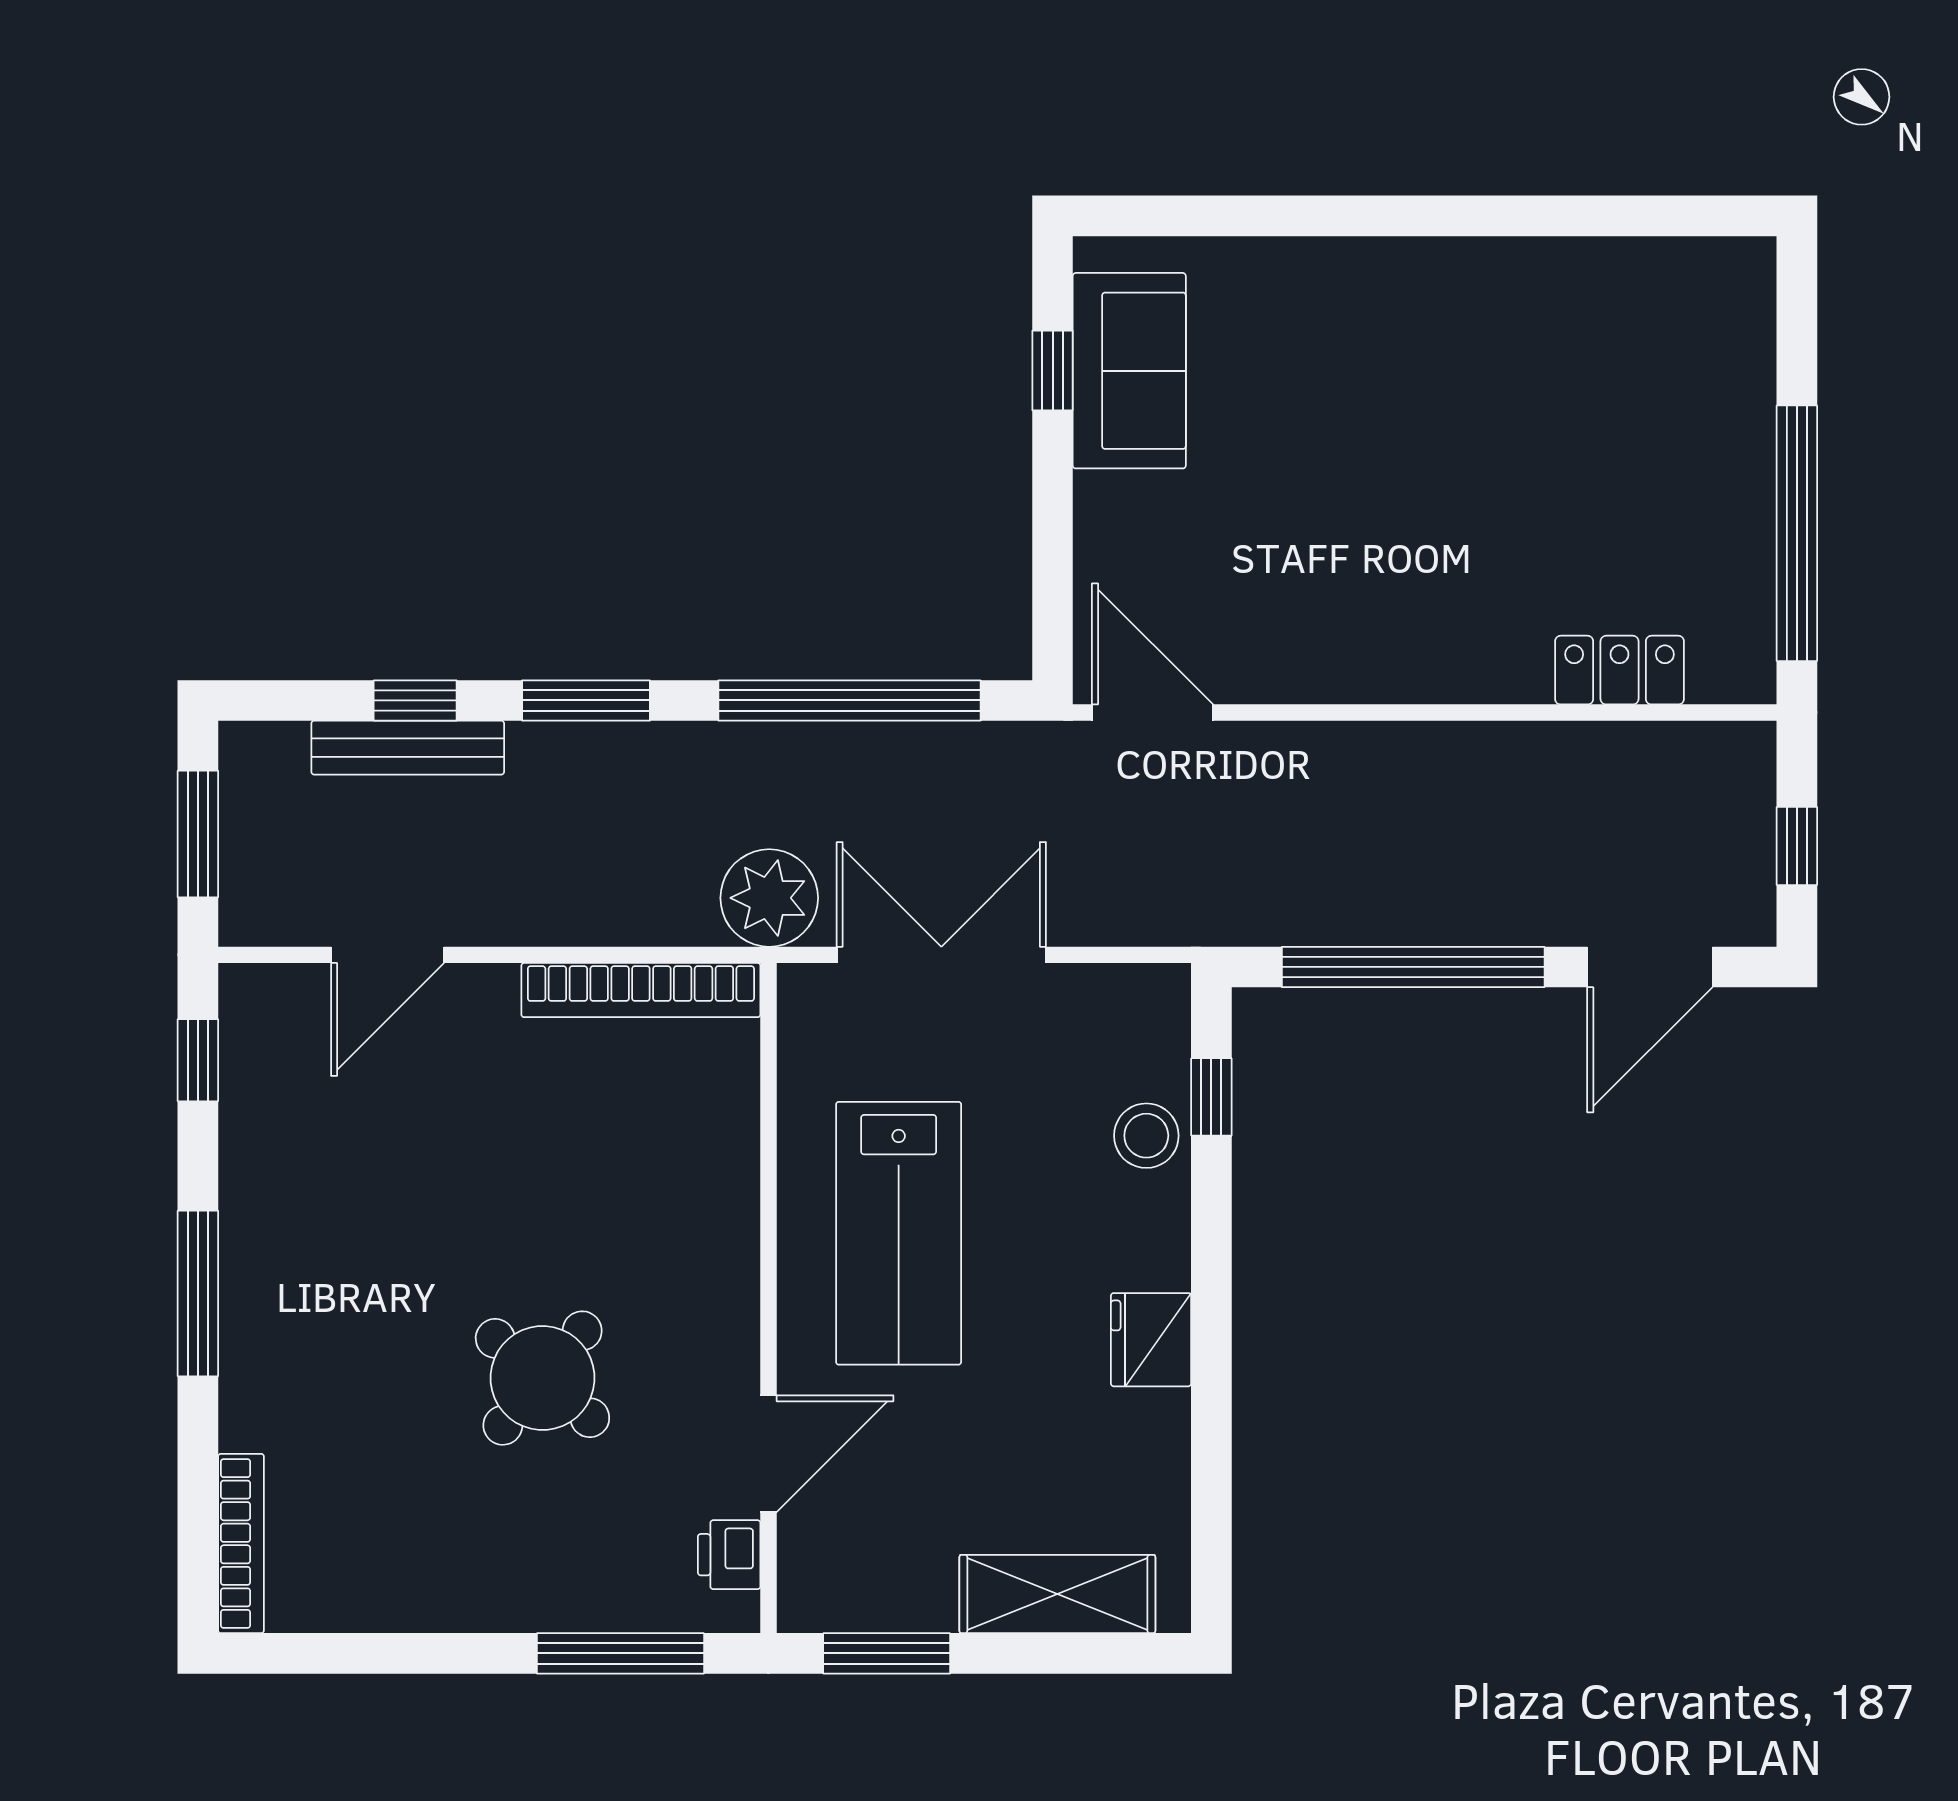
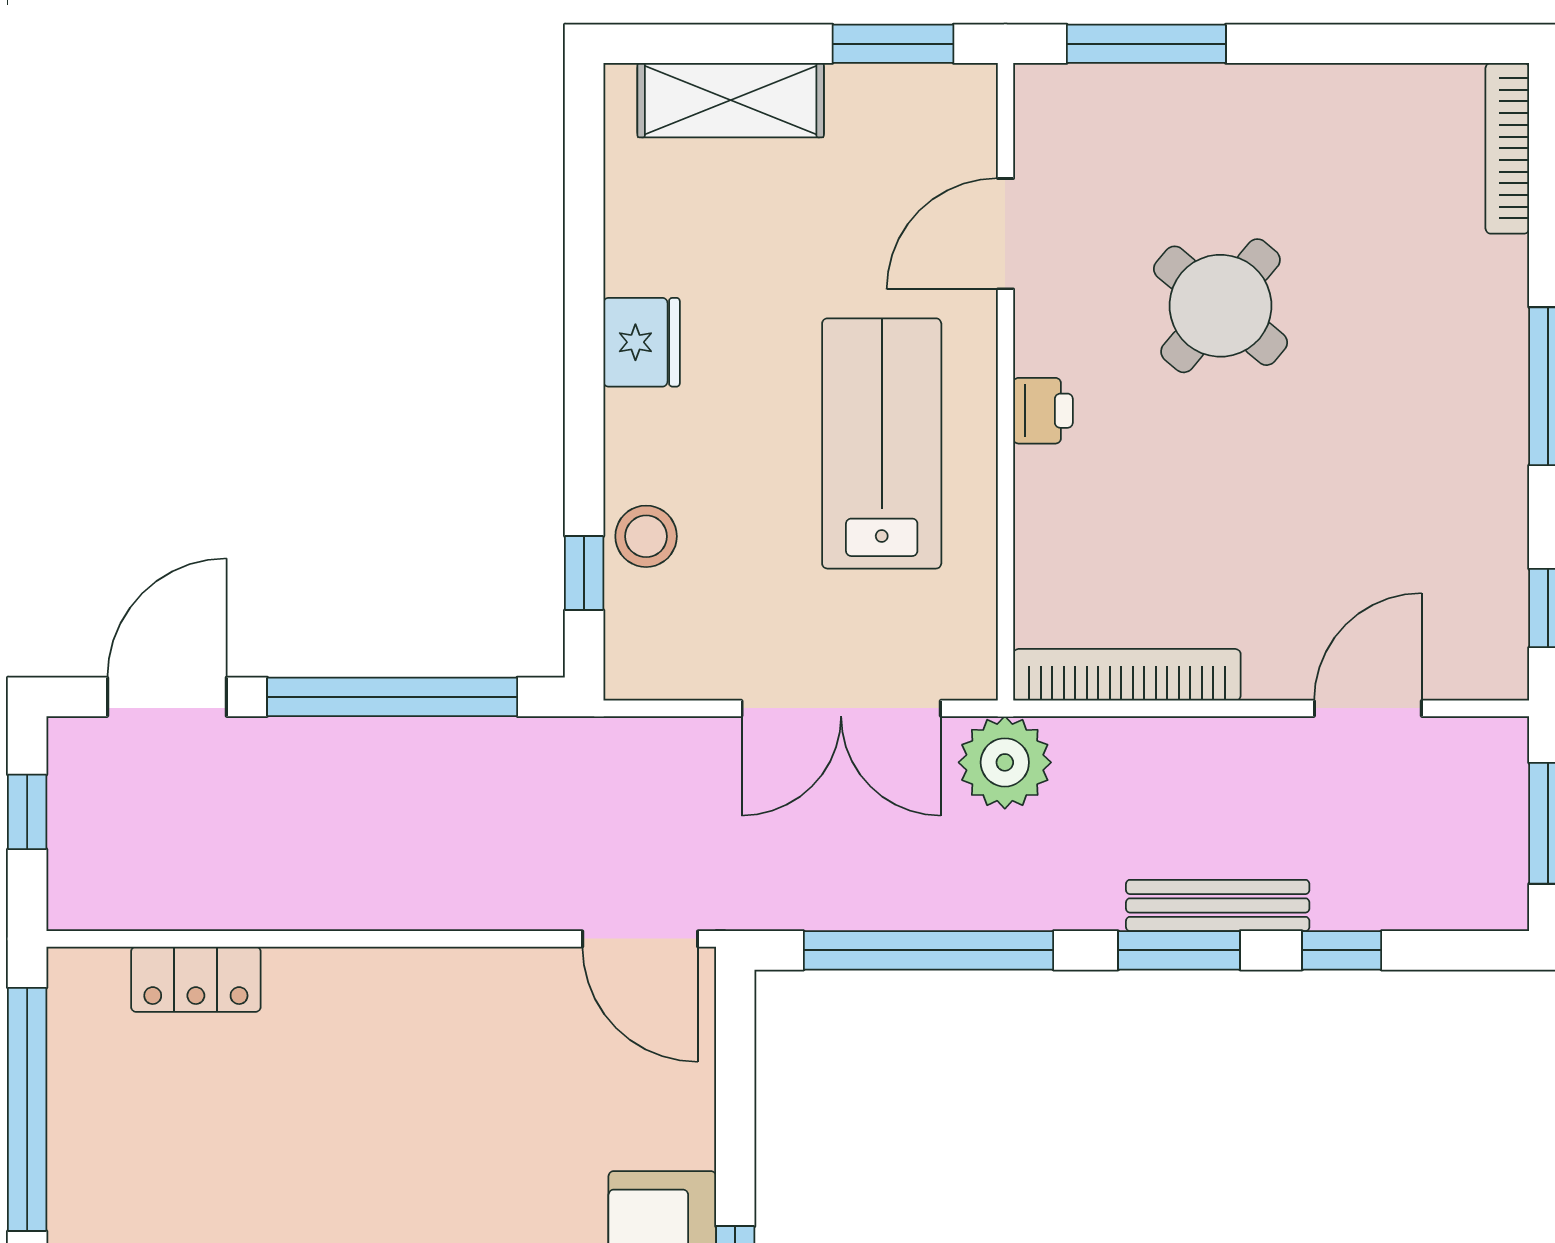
bench: (408, 748) -> (1218, 905), moved
printer: (729, 1555) -> (1043, 411), moved

